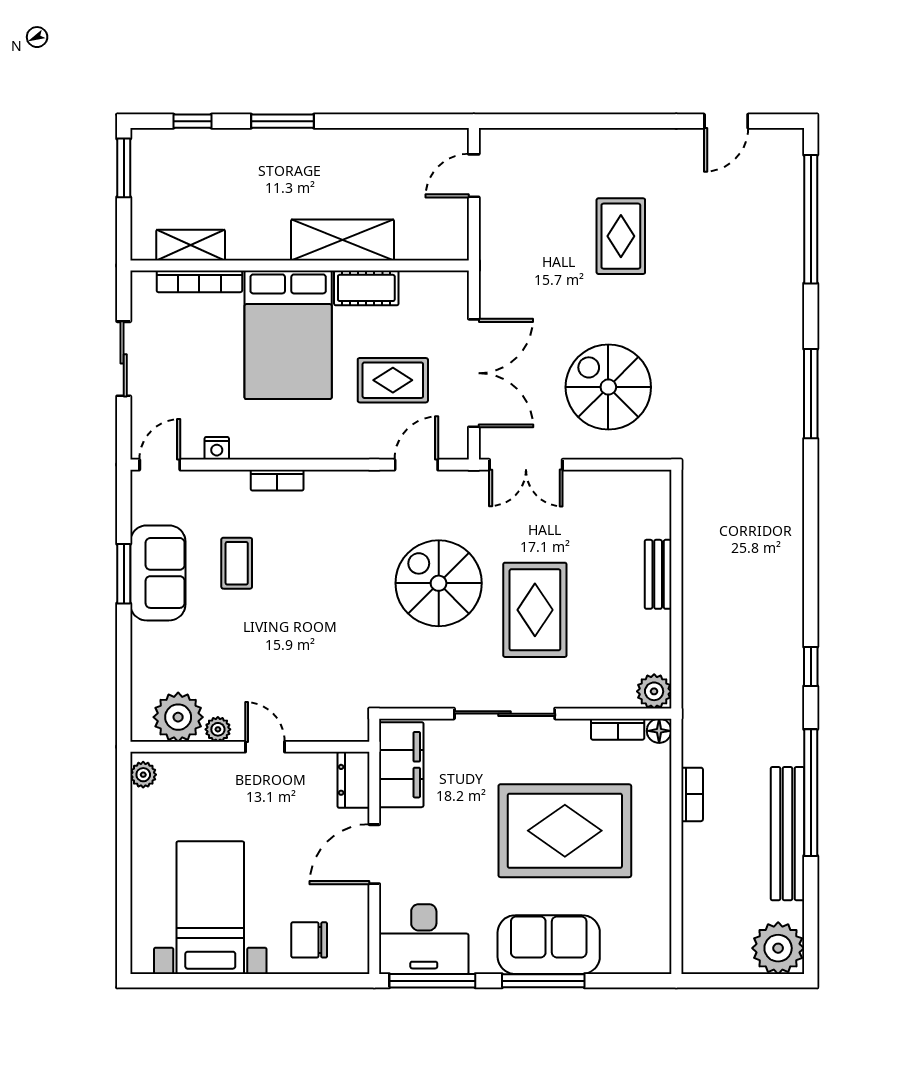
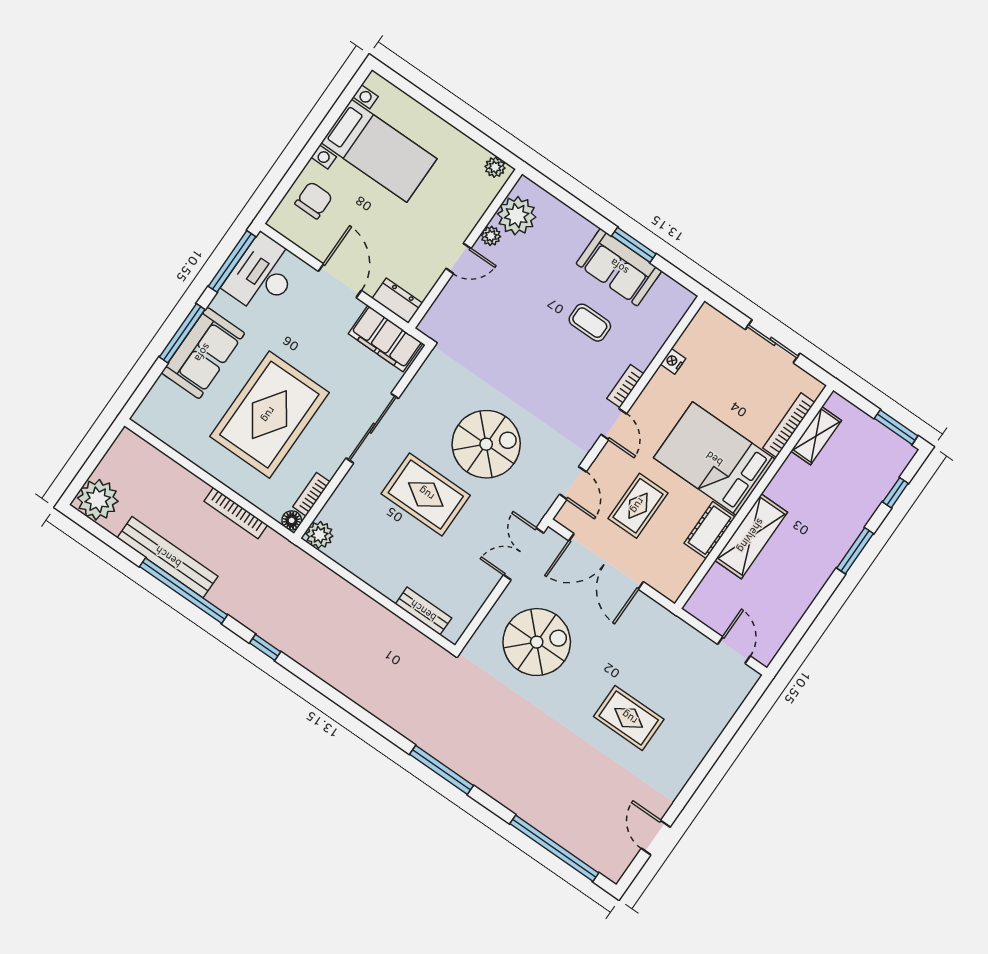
door: (160, 465) -> (614, 424), moved
bench: (658, 574) -> (423, 611), moved
bookcase: (692, 794) -> (236, 513), width x1.56

